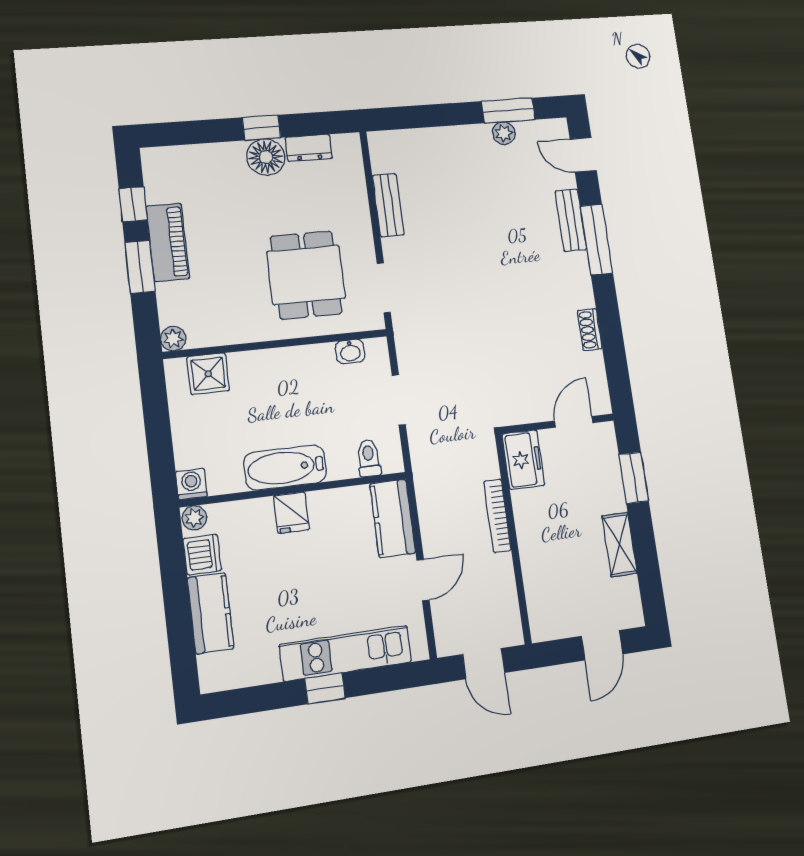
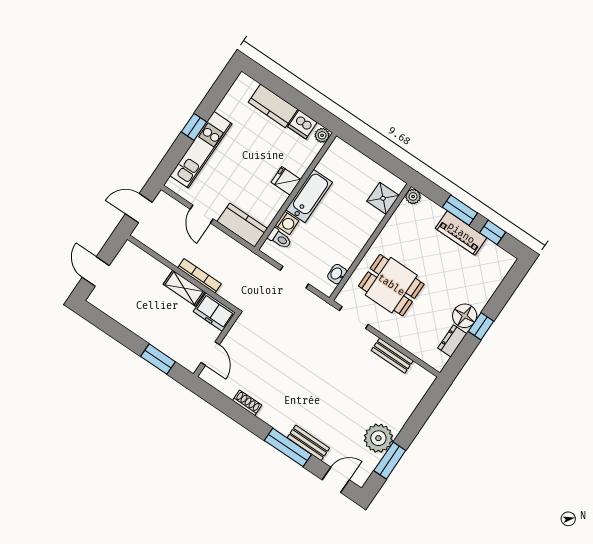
plant: (504, 133) -> (378, 438), width x1.87, depth x1.87
washing machine: (191, 484) -> (287, 223), moved
shelving: (619, 544) -> (184, 288), moved

